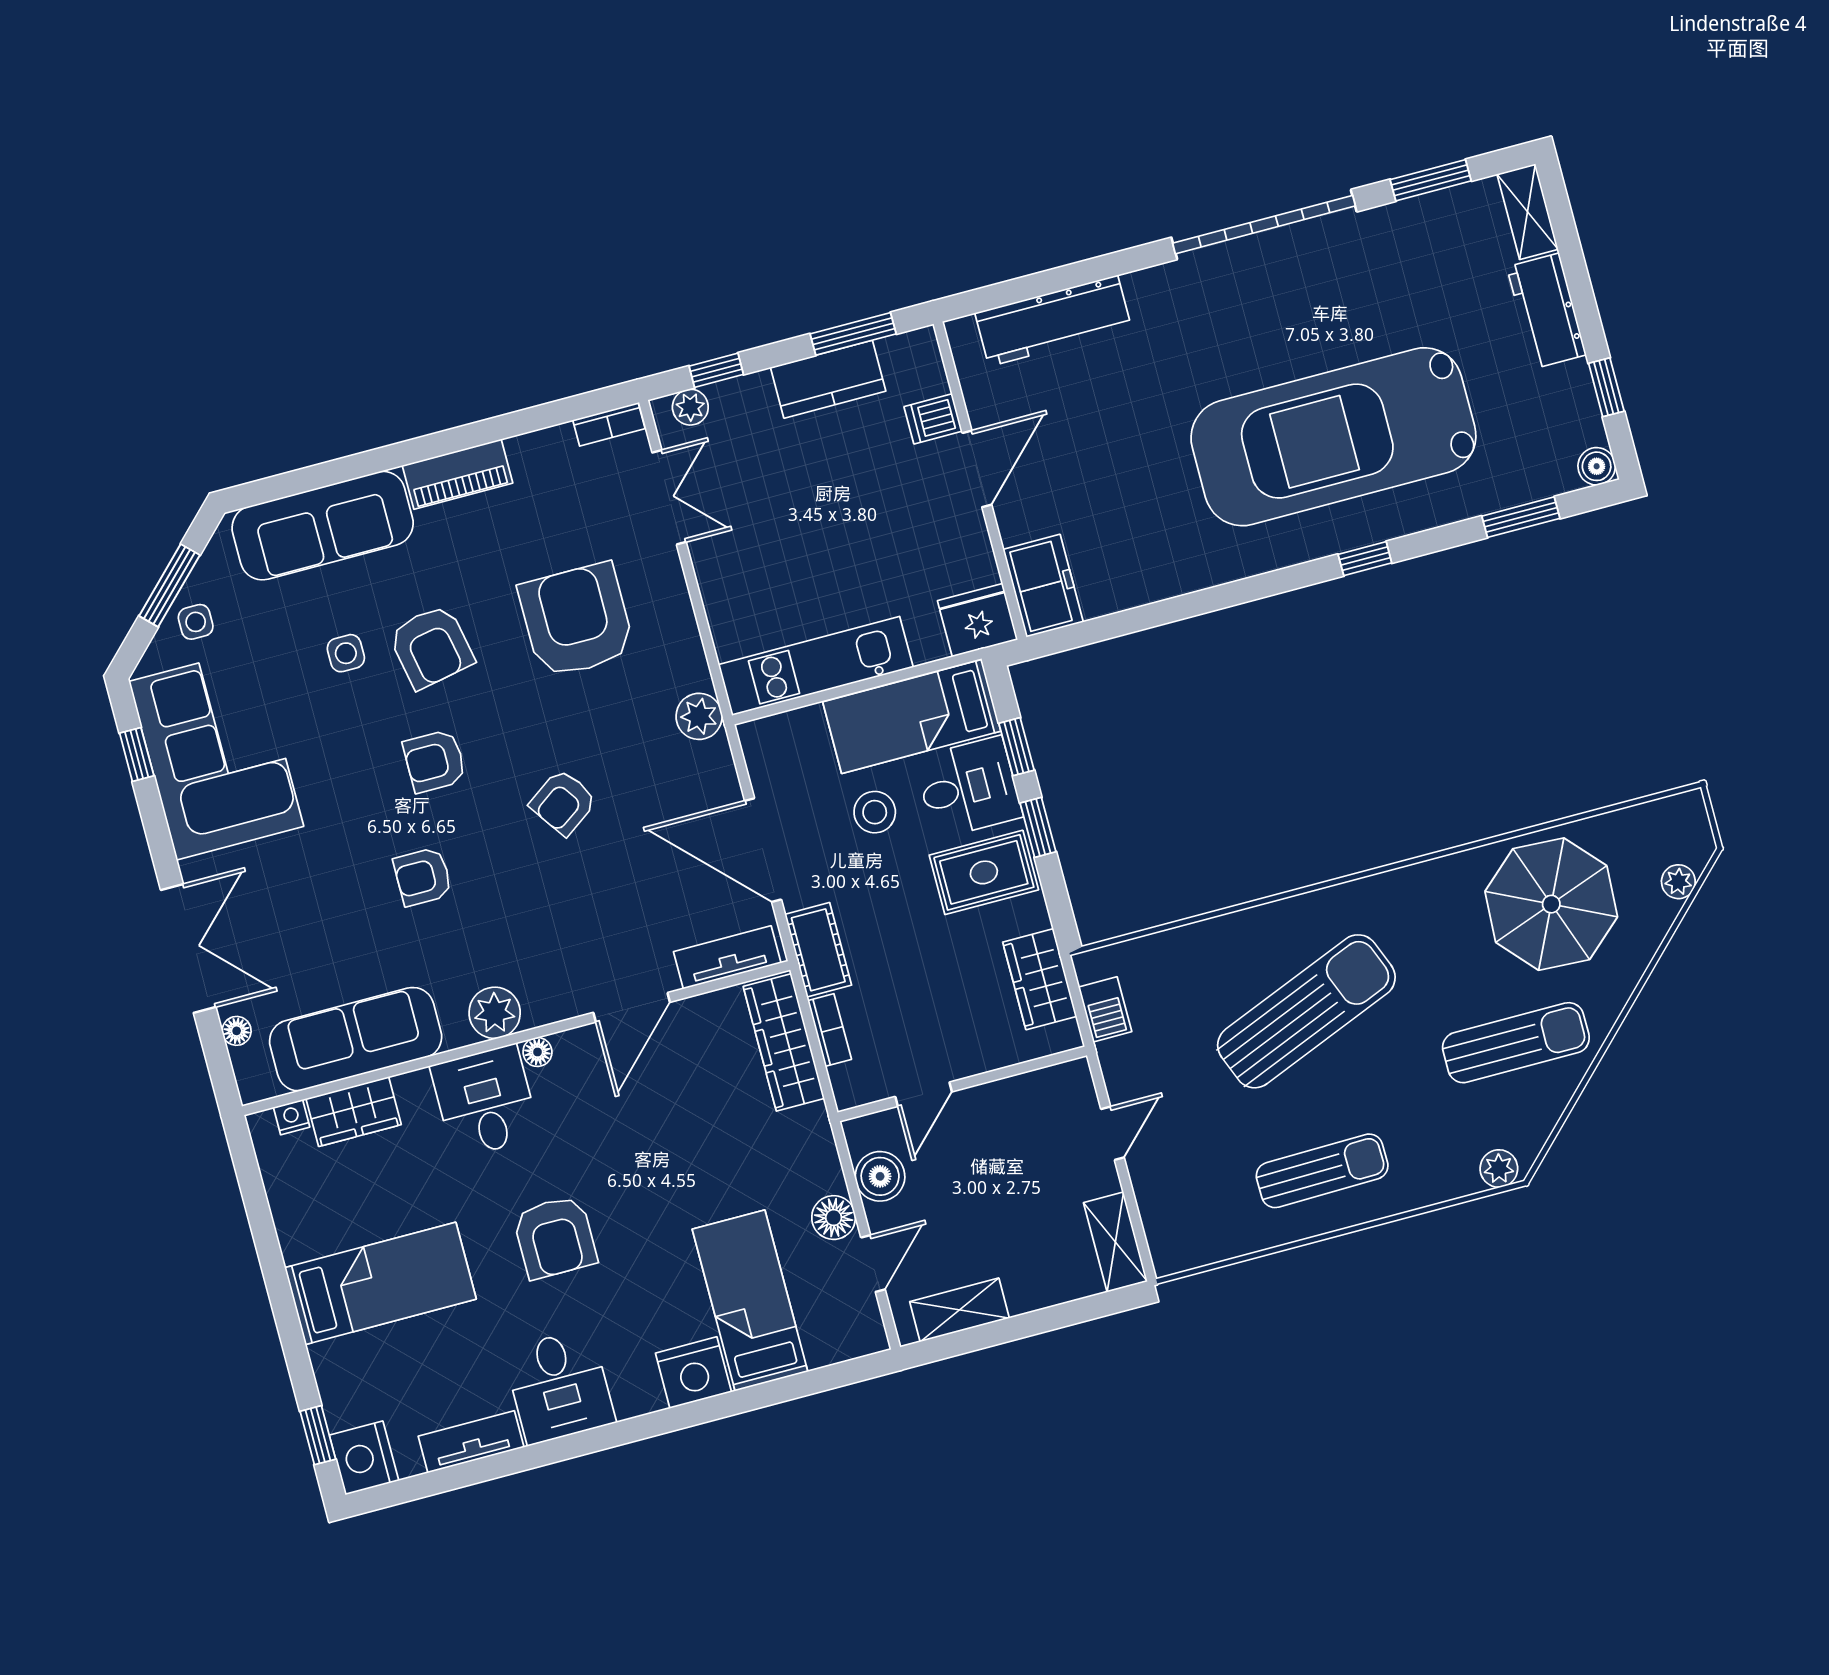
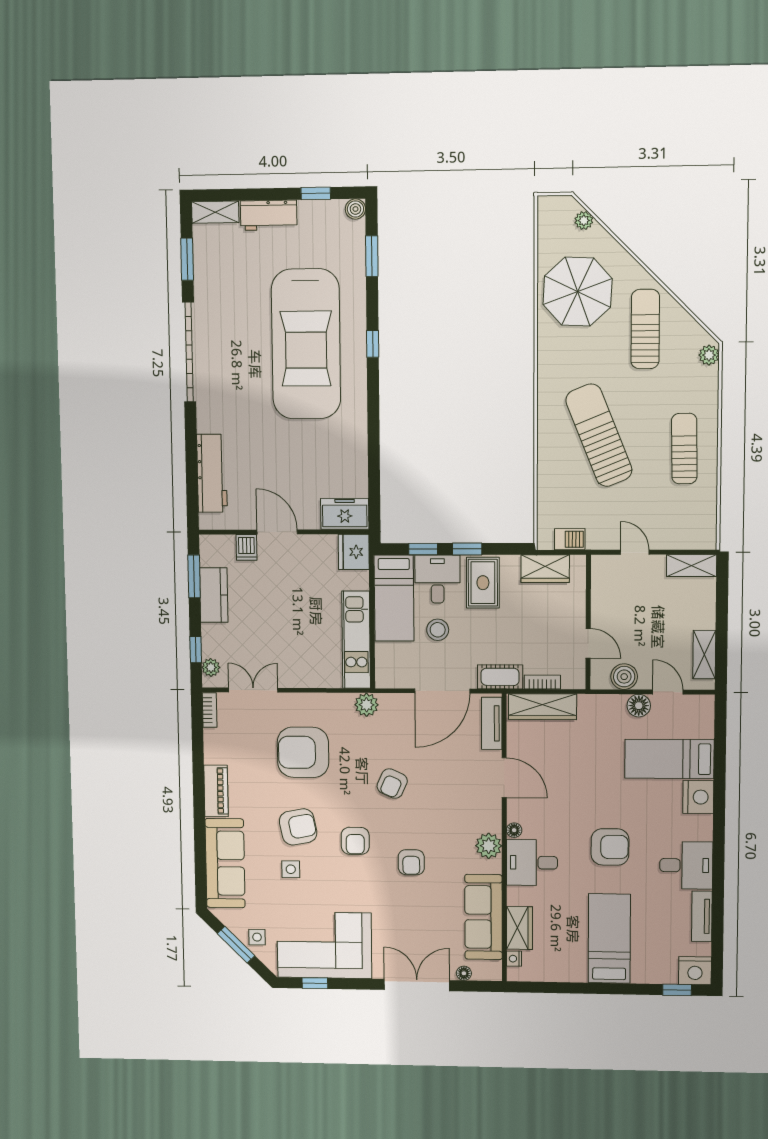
armchair: (563, 802) -> (392, 784), turned 59

